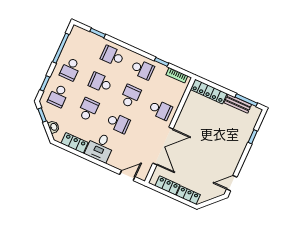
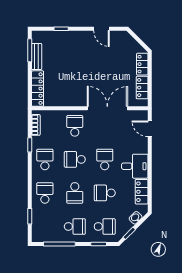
school desk: (112, 56) -> (45, 193), turned 180
door: (232, 183) -> (101, 29), moved

